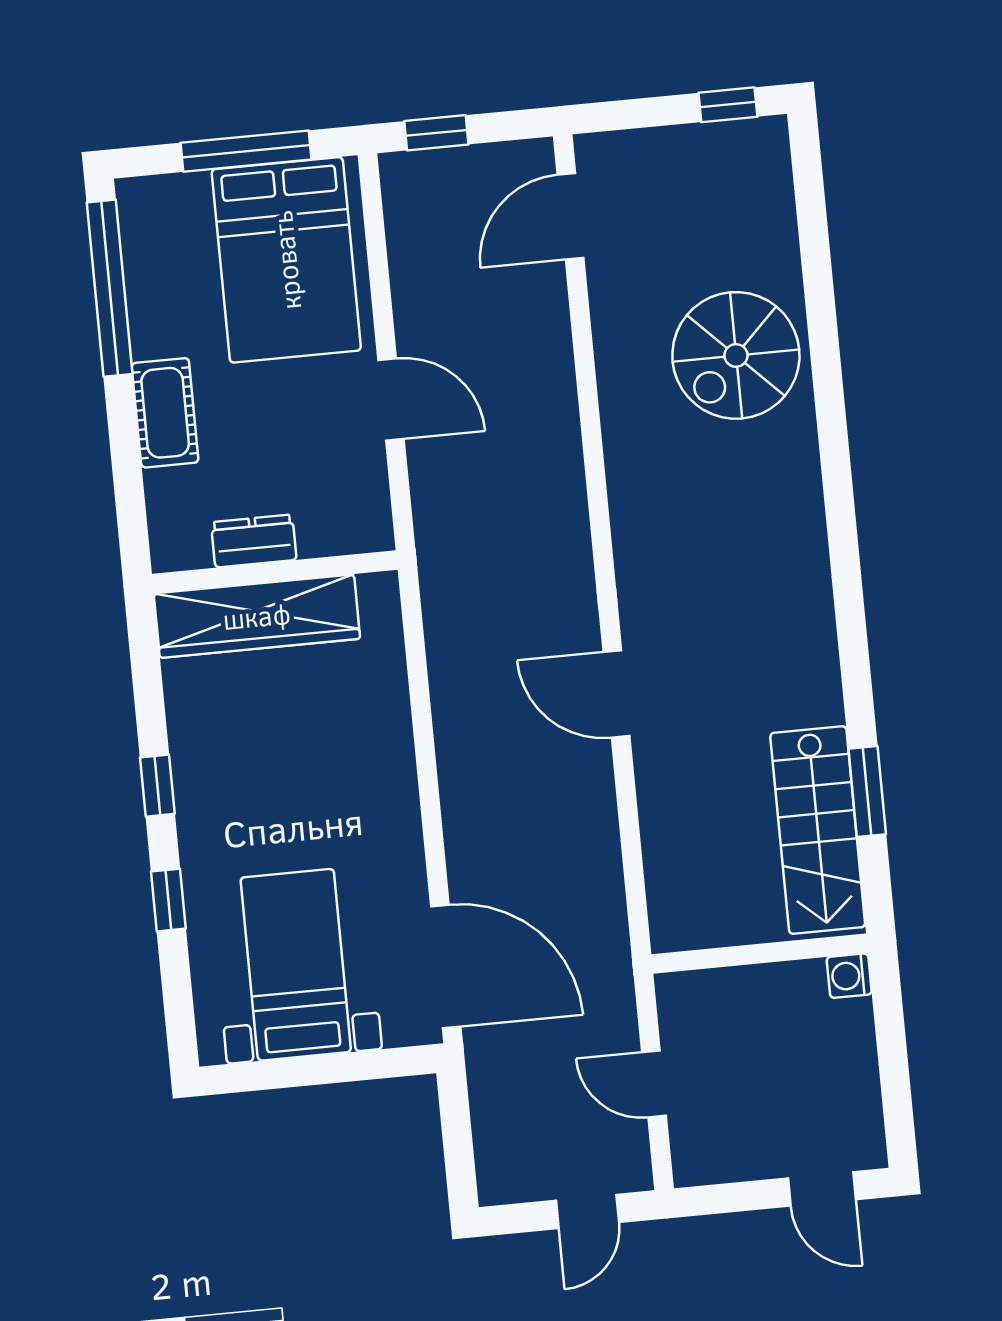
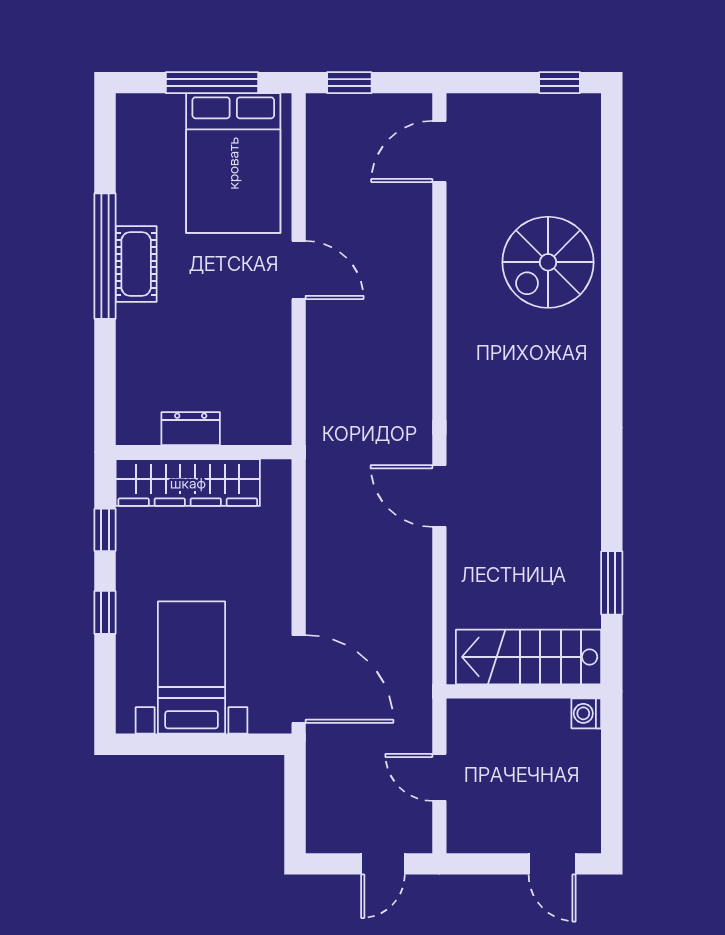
window: (110, 288) -> (105, 256), moved
dresser: (254, 541) -> (191, 429), moved
wall: (275, 572) -> (204, 452), moved
wardrobe: (257, 616) -> (188, 483), moved
stairs: (818, 830) -> (529, 657), moved, turned 90

